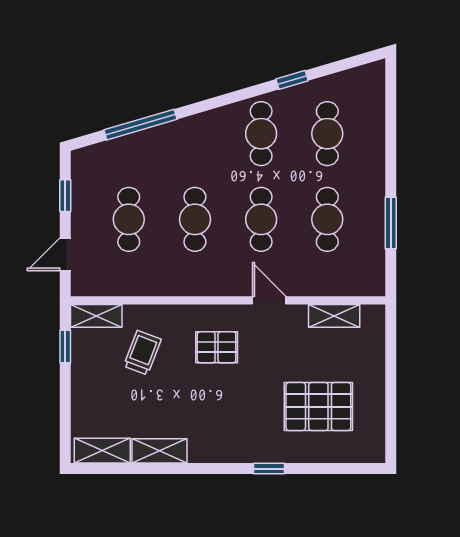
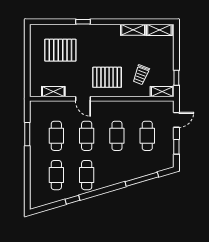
pallet: (217, 347) -> (107, 77), width x1.50, depth x1.42

